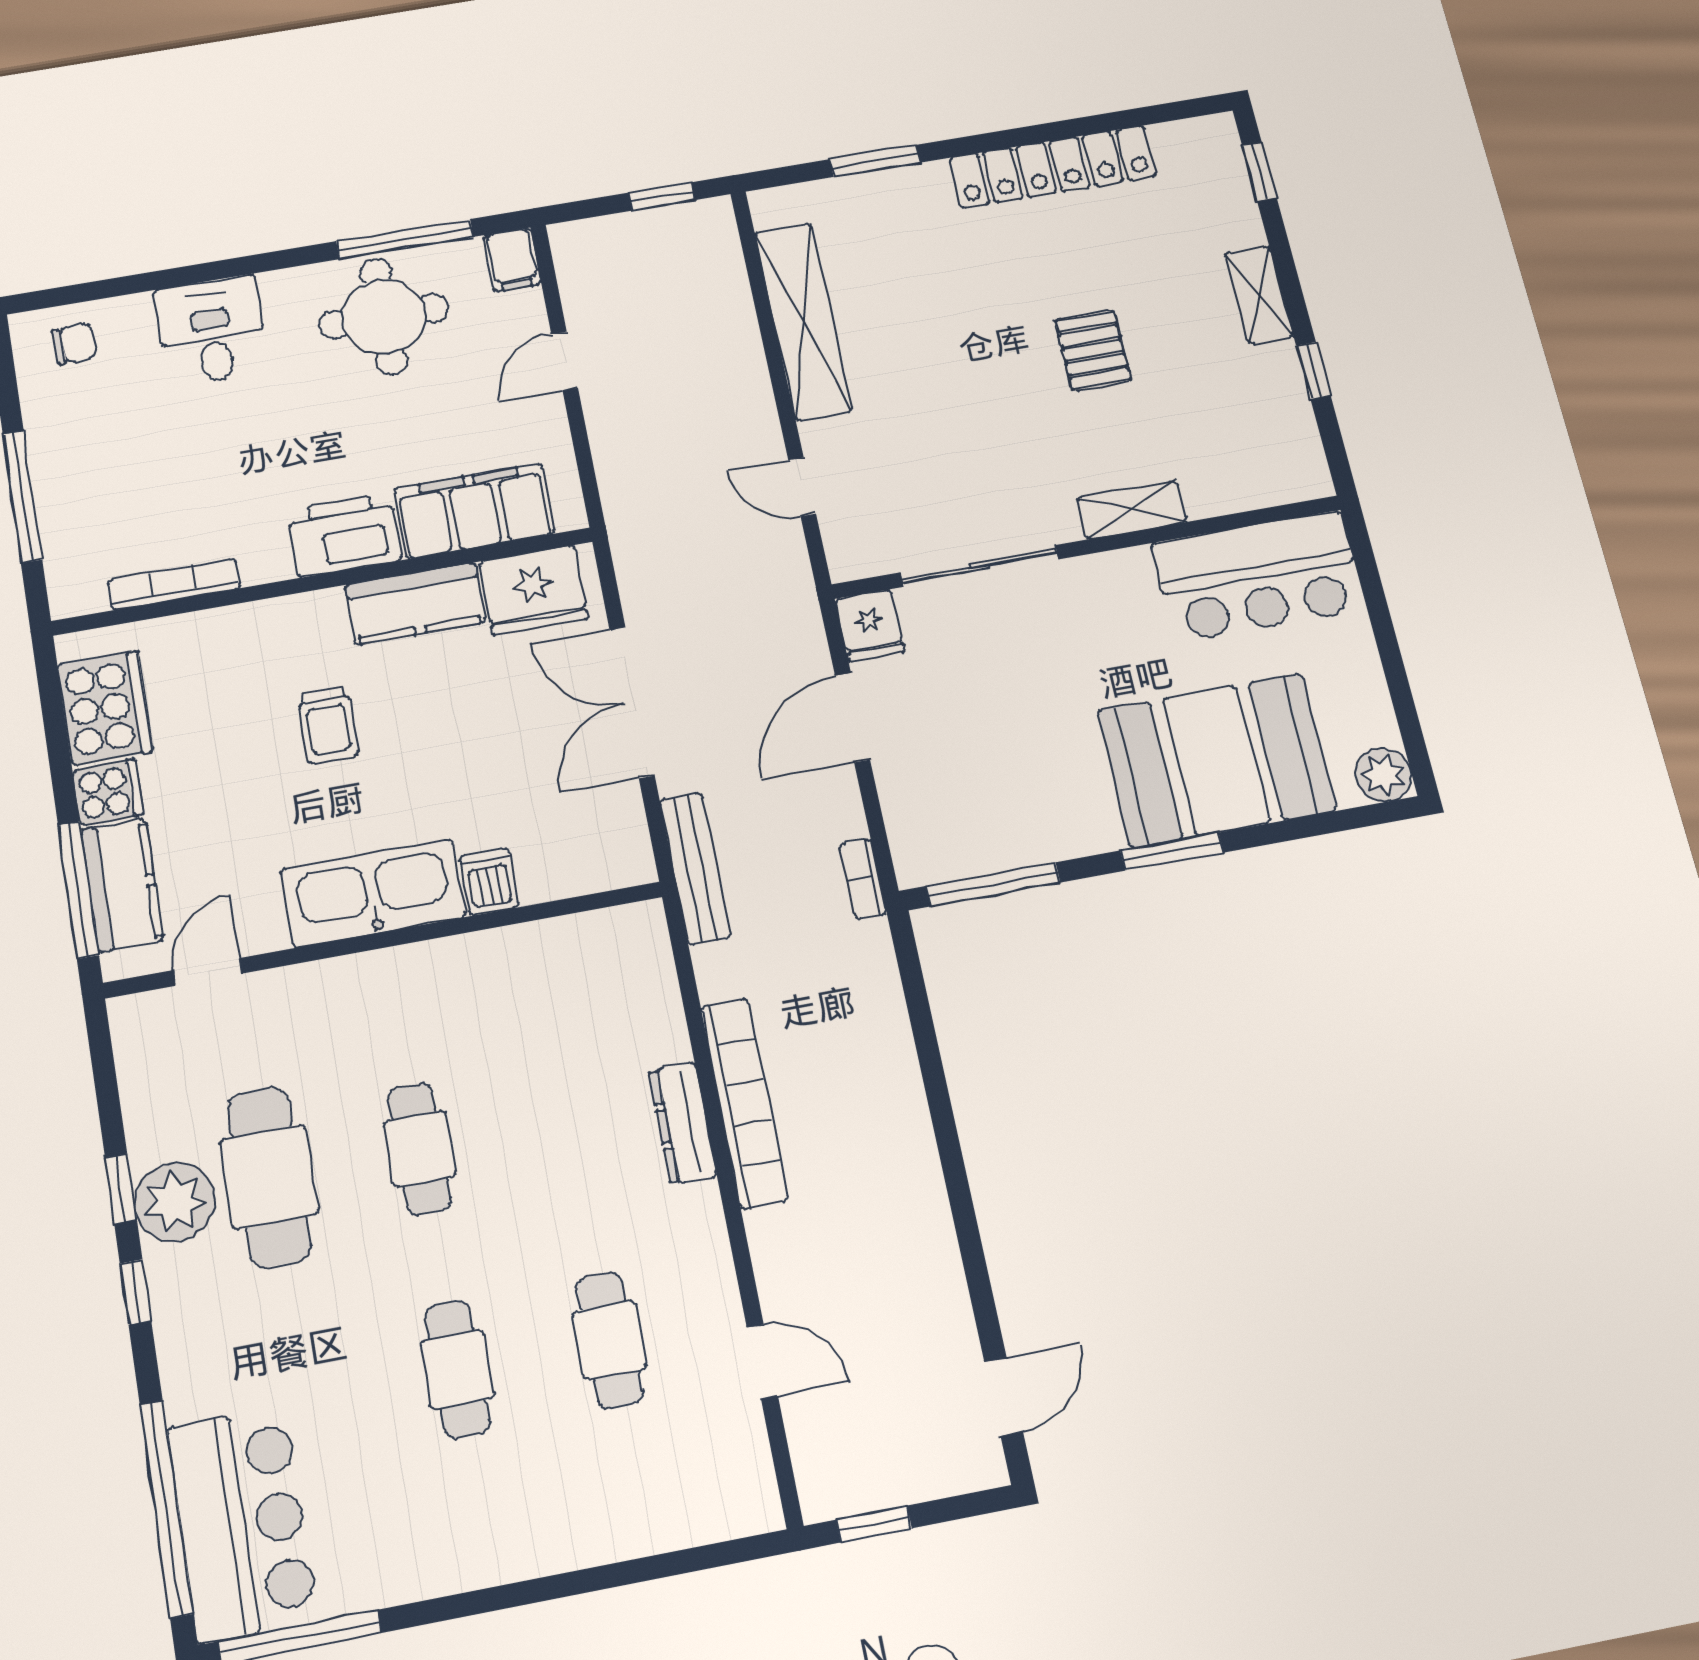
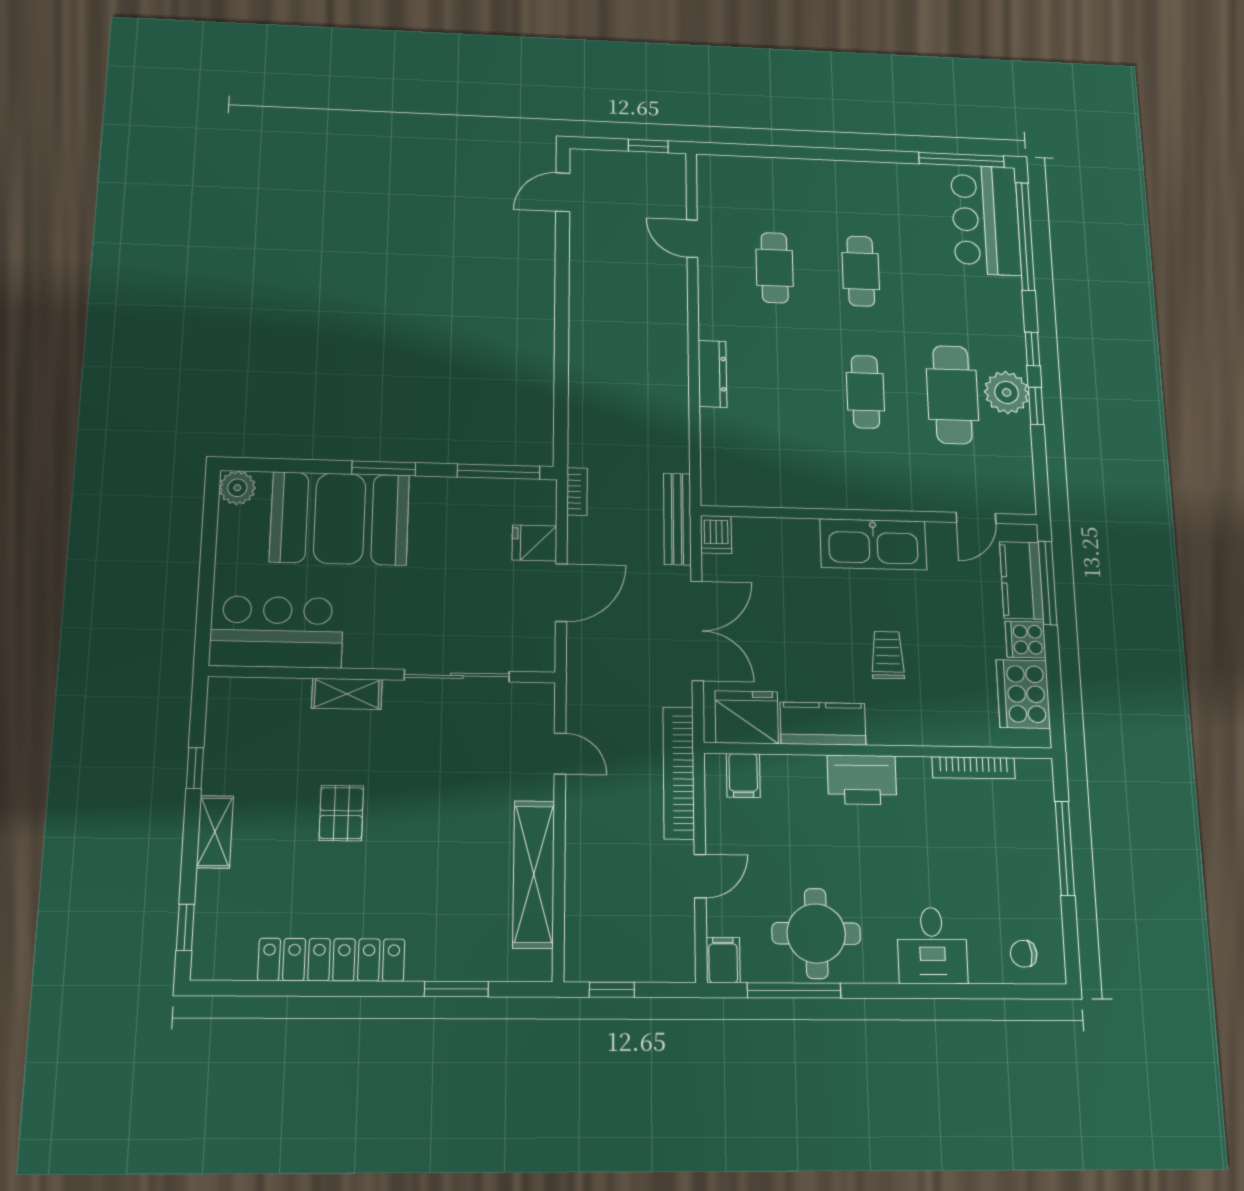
filing cabinet: (474, 511) -> (743, 775), width x0.33, depth x0.86
fridge: (870, 625) -> (534, 543), moved, turned -90
dishwasher: (489, 882) -> (716, 535), moved
bookcase: (744, 1103) -> (679, 773), moved

